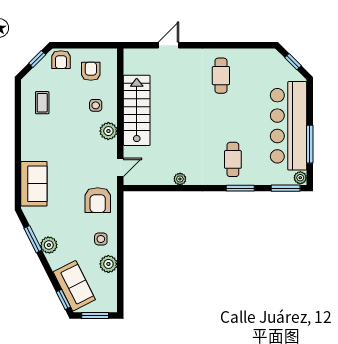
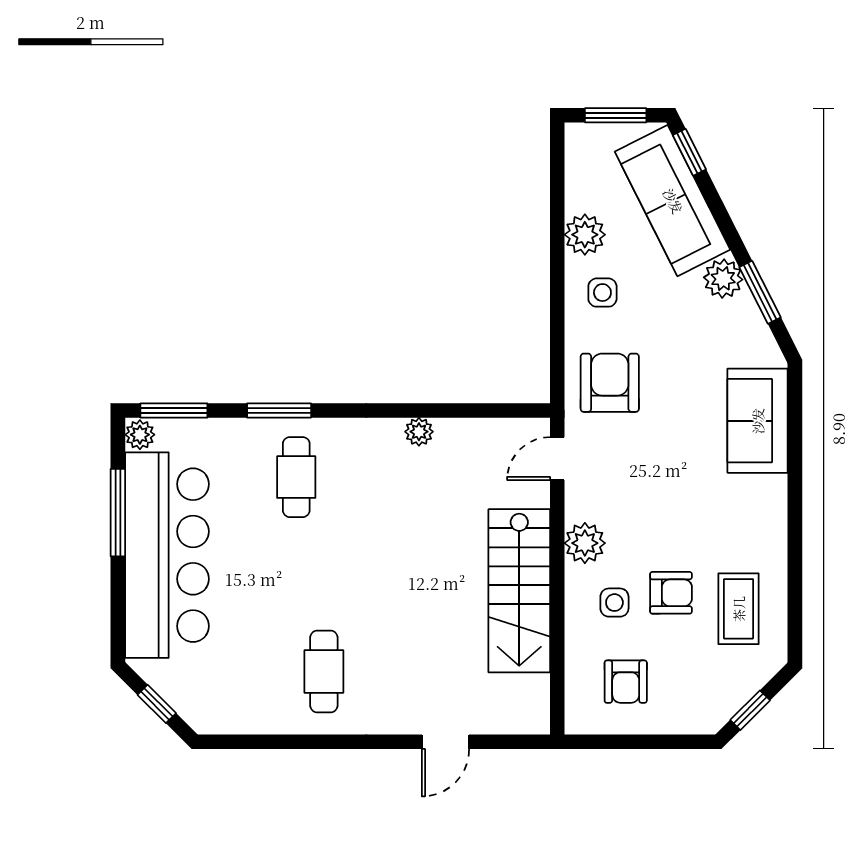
armchair: (61, 60) -> (671, 593), moved, turned 90
coffee table: (42, 103) -> (739, 609), width x1.36, depth x1.30
sofa: (74, 286) -> (673, 201), width x1.36

